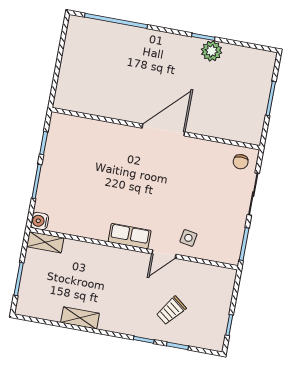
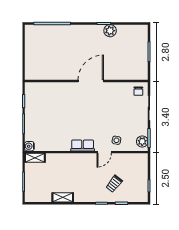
plant: (232, 248) -> (142, 141), added

